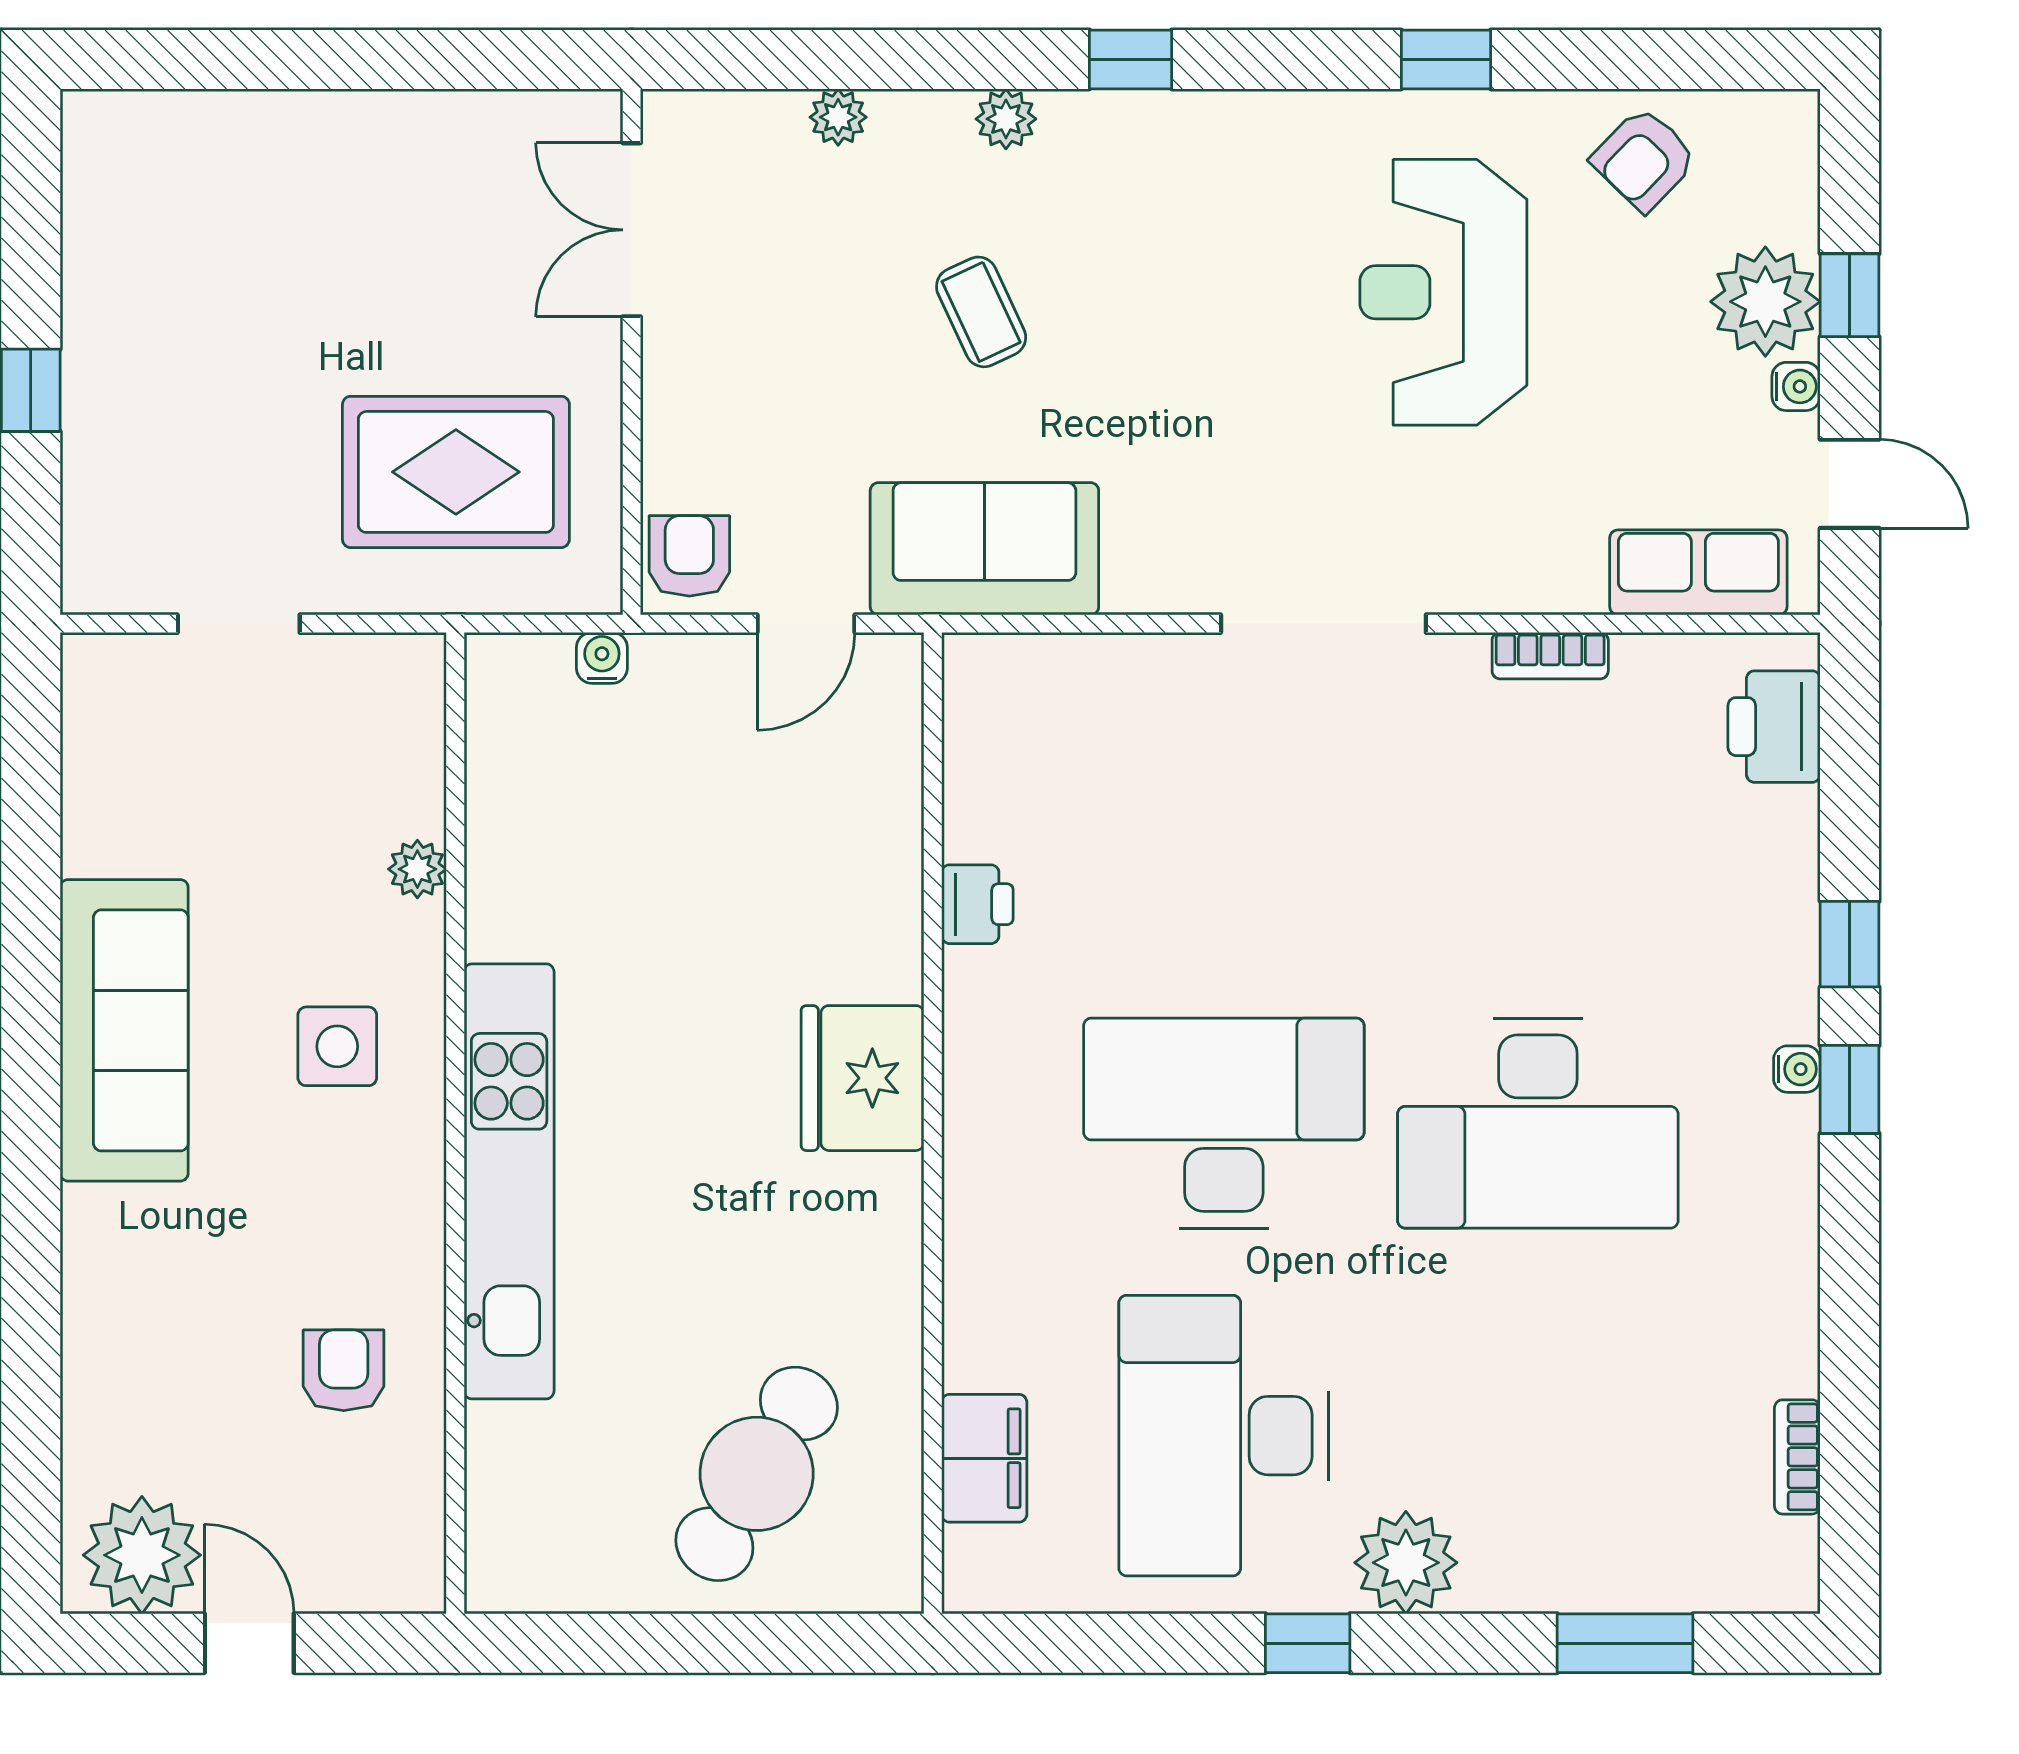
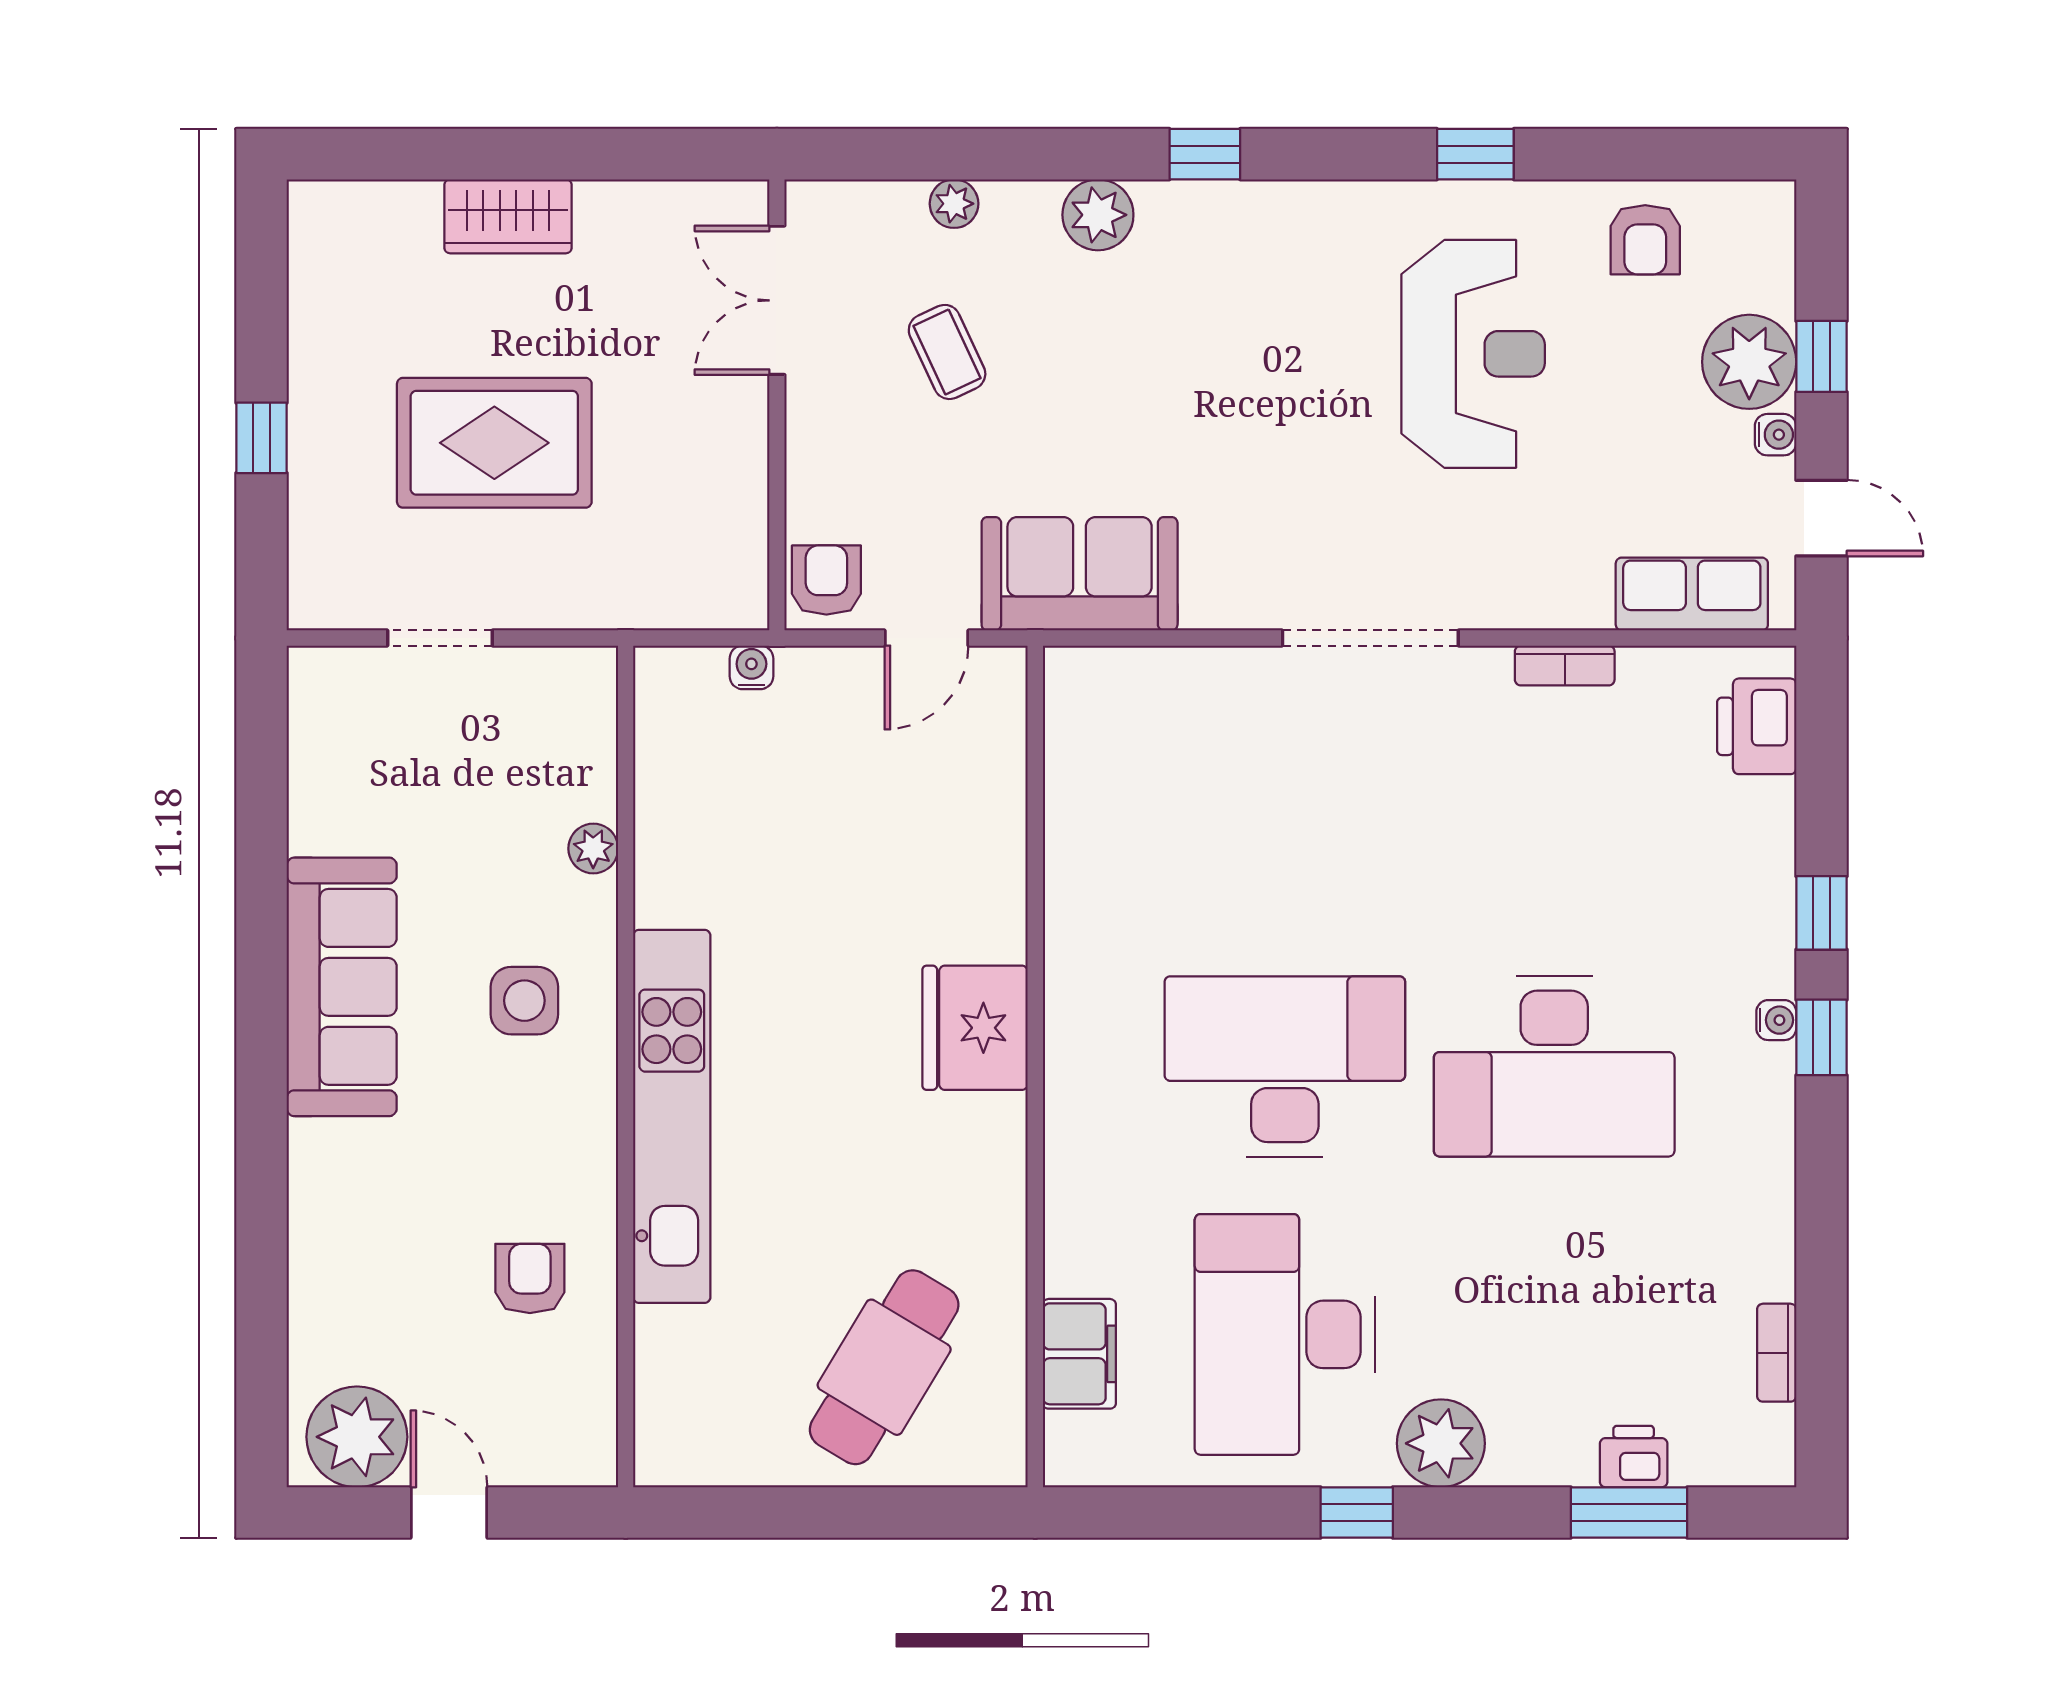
plant: (1006, 119) -> (1098, 215), width x1.38, depth x1.38
wardrobe: (318, 132) -> (508, 216), added
armchair: (1644, 159) -> (1645, 240), turned -44
reception desk: (1443, 292) -> (1473, 354), turned 180
coffee table: (981, 312) -> (947, 352), moved
rug: (456, 472) -> (494, 443), moved
printer: (977, 904) -> (1634, 1457), moved, turned -90

